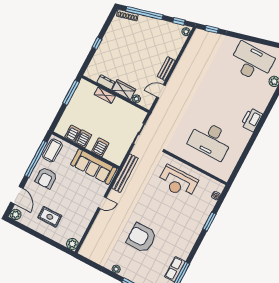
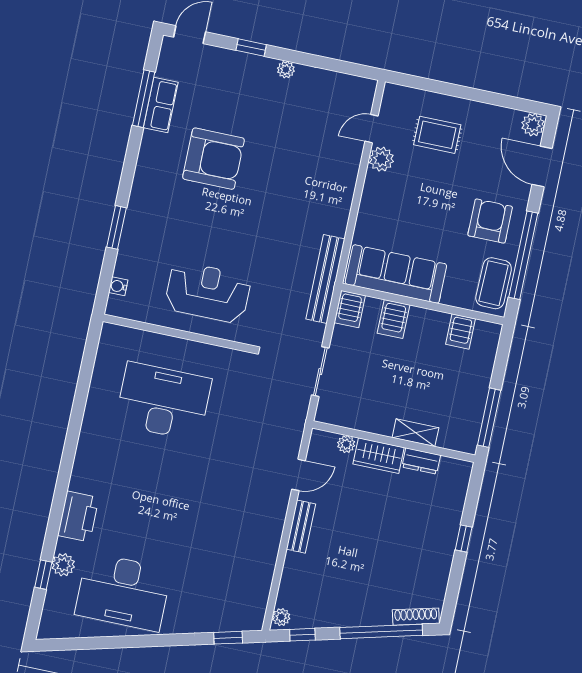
printer: (252, 120) -> (78, 517), moved
server rack: (83, 139) -> (350, 309), moved
door: (102, 203) -> (371, 129), moved
rug: (50, 217) -> (437, 135), moved
armchair: (141, 238) -> (214, 159), moved
plant: (72, 244) -> (381, 159), moved

